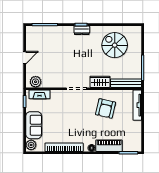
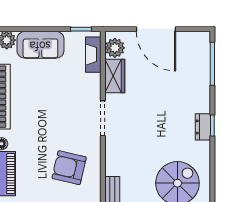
door: (25, 58) -> (156, 29), width x1.88
wardrobe: (100, 82) -> (115, 76), moved

